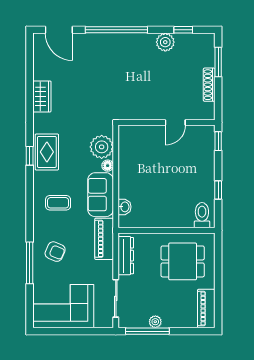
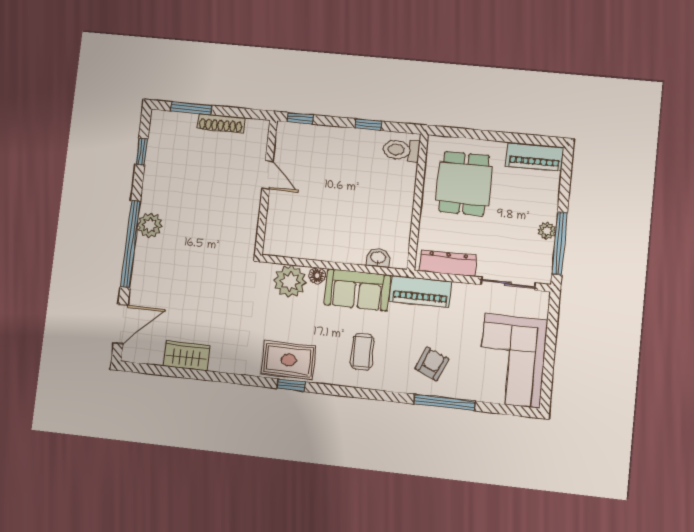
plant: (165, 42) -> (150, 225), moved
wardrobe: (42, 96) -> (186, 356), moved

